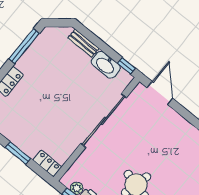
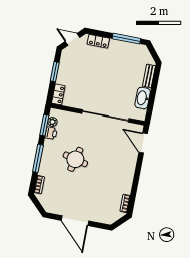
window: (126, 66) -> (149, 112), removed
door: (160, 93) -> (143, 143), swing flipped

